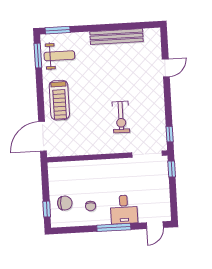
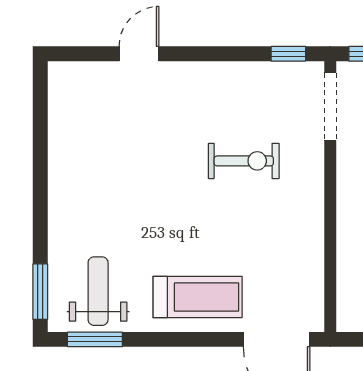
bench: (116, 37) -> (62, 161), removed
door: (166, 68) -> (139, 54), hinge flipped

